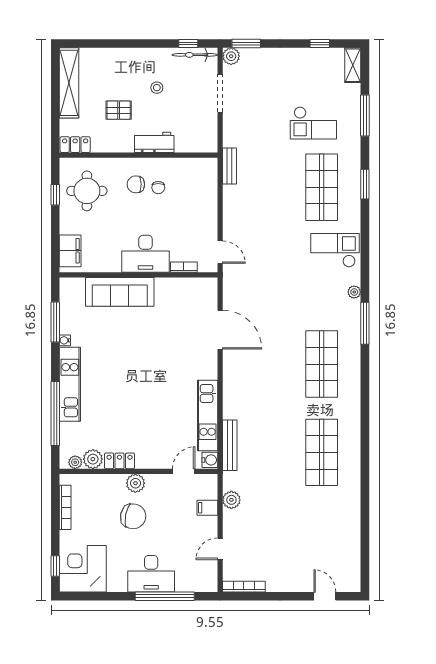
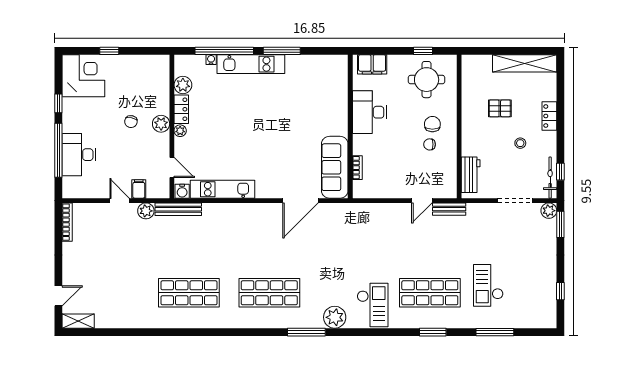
shelving: (353, 65) -> (78, 321), moved
pallet: (119, 110) -> (500, 108), turned 90
workbench: (154, 142) -> (471, 175), moved
locker: (75, 145) -> (549, 116), moved, turned 180
door: (220, 252) -> (422, 201), moved
desk: (146, 254) -> (369, 112), moved
sofa: (120, 292) -> (335, 167), moved
plant: (354, 292) -> (335, 317), width x1.88, depth x1.88
window: (55, 322) -> (282, 51), moved
water cooler: (65, 340) -> (211, 60), moved
bench: (230, 445) -> (178, 209), moved
plant: (75, 462) -> (180, 131), moved
bookcase: (65, 507) -> (139, 60), removed
chair: (133, 516) -> (131, 122), width x0.54, depth x0.54
door: (220, 549) -> (120, 201), moved
window: (55, 566) -> (109, 51), moved
desk: (151, 574) -> (79, 155), moved
window: (113, 596) -> (58, 103), added

